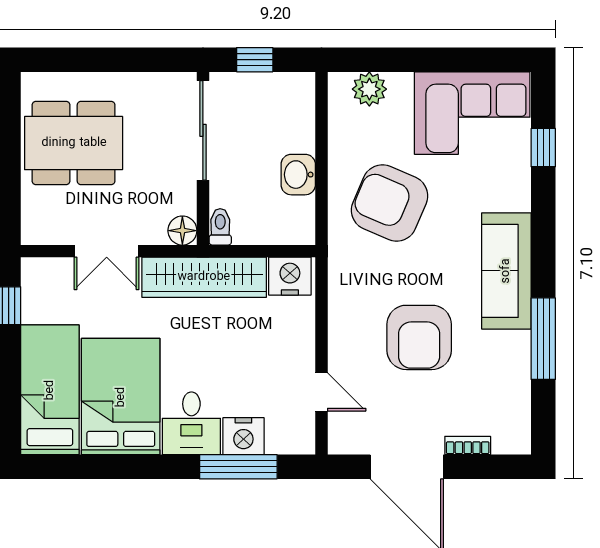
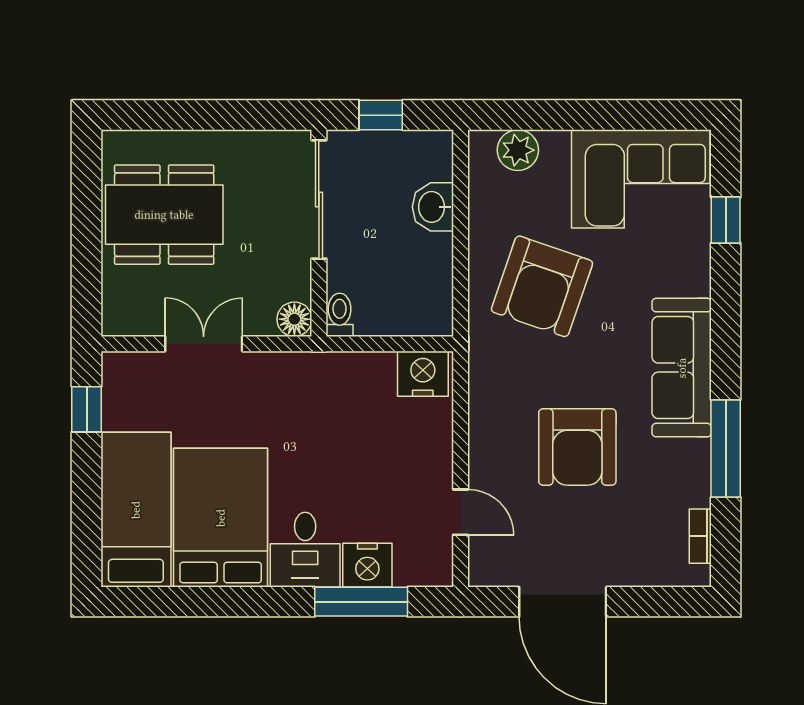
washbasin: (298, 175) -> (433, 207), moved
armchair: (390, 203) -> (542, 286), turned -94
double door: (107, 251) -> (204, 344), swing flipped
wardrobe: (204, 277) -> (320, 375), removed
bookcase: (468, 445) -> (700, 536), moved, turned -90

